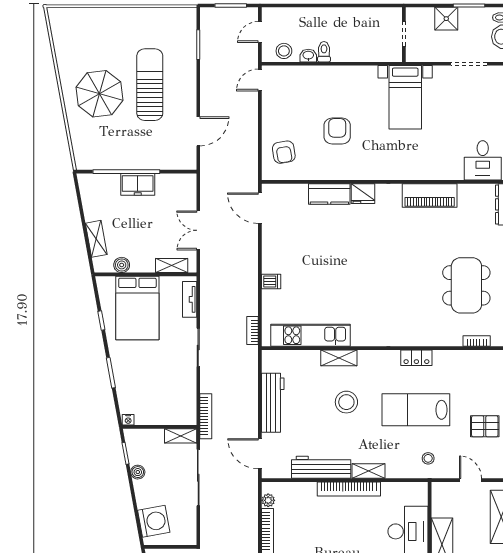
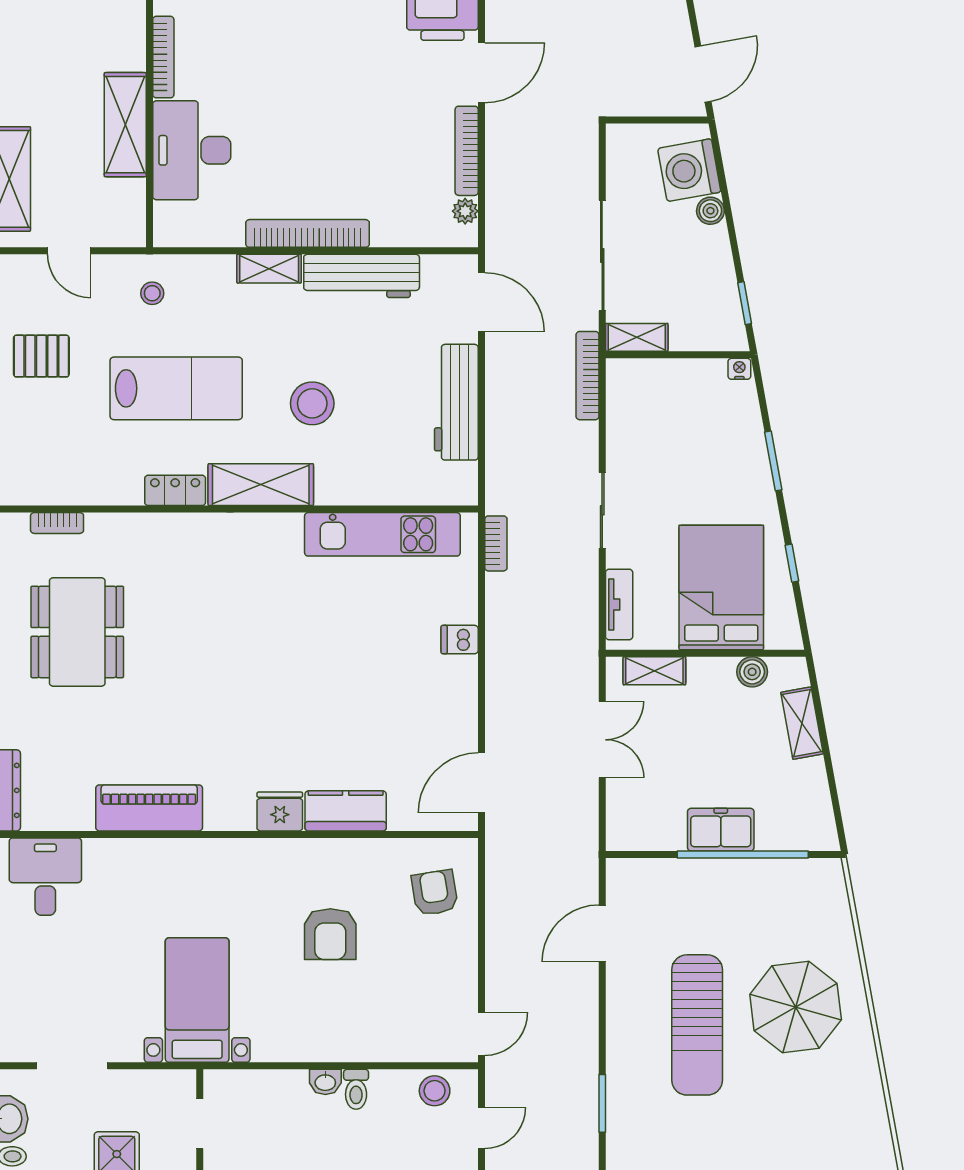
washbasin: (308, 56) -> (325, 1082), moved
door: (260, 208) -> (481, 783), swing flipped
shelving: (339, 358) -> (261, 485), moved, width x1.50, depth x1.33
boiler: (138, 472) -> (710, 211), moved

